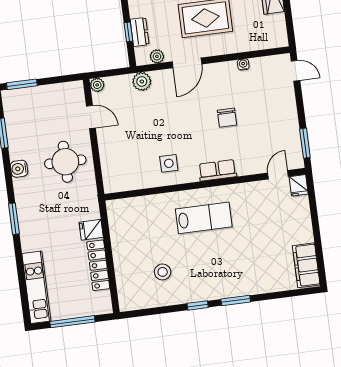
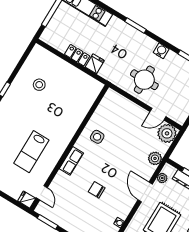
plant: (97, 85) -> (167, 133), width x1.88, depth x1.88
lab bench: (204, 218) -> (31, 152), moved
locker: (98, 265) -> (77, 55), width x0.66

